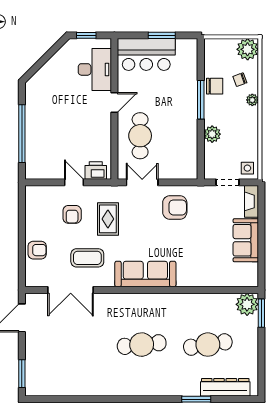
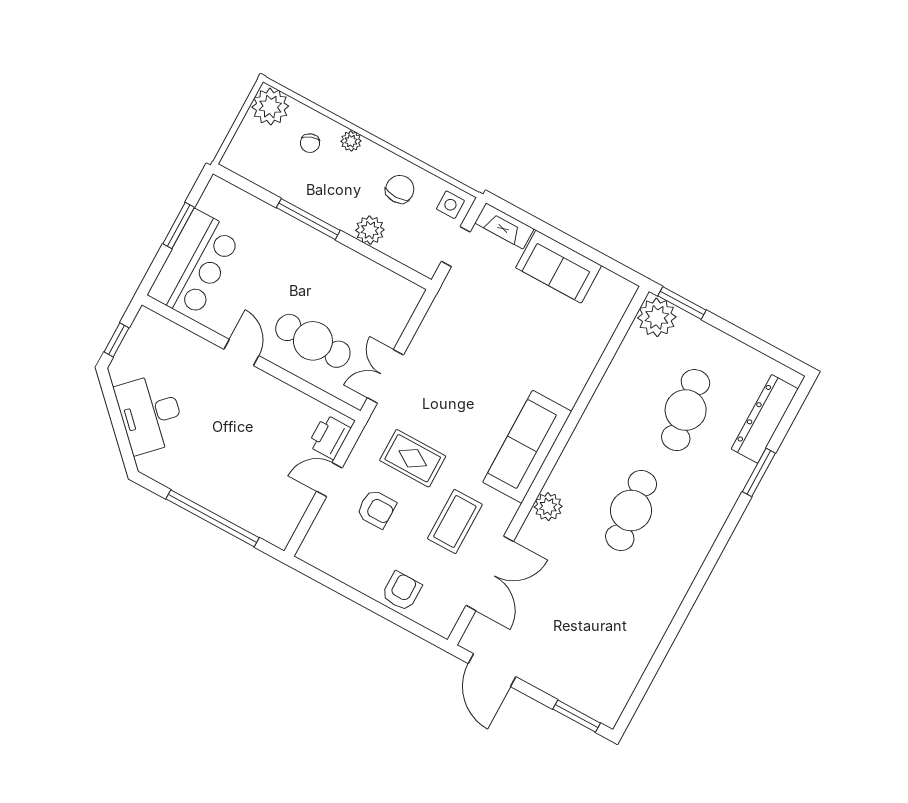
desk: (95, 69) -> (150, 414), moved, turned -135
chair: (215, 86) -> (400, 189), moved
armchair: (175, 207) -> (450, 347), removed
plant: (121, 301) -> (548, 507), added

